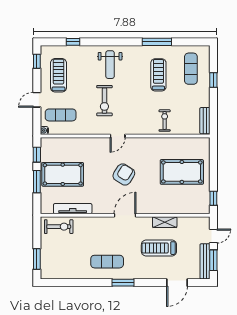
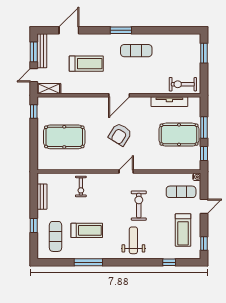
treadmill: (158, 75) -> (87, 230), turned -90
bench: (205, 121) -> (42, 197), moved
shelving: (165, 222) -> (49, 89), moved

